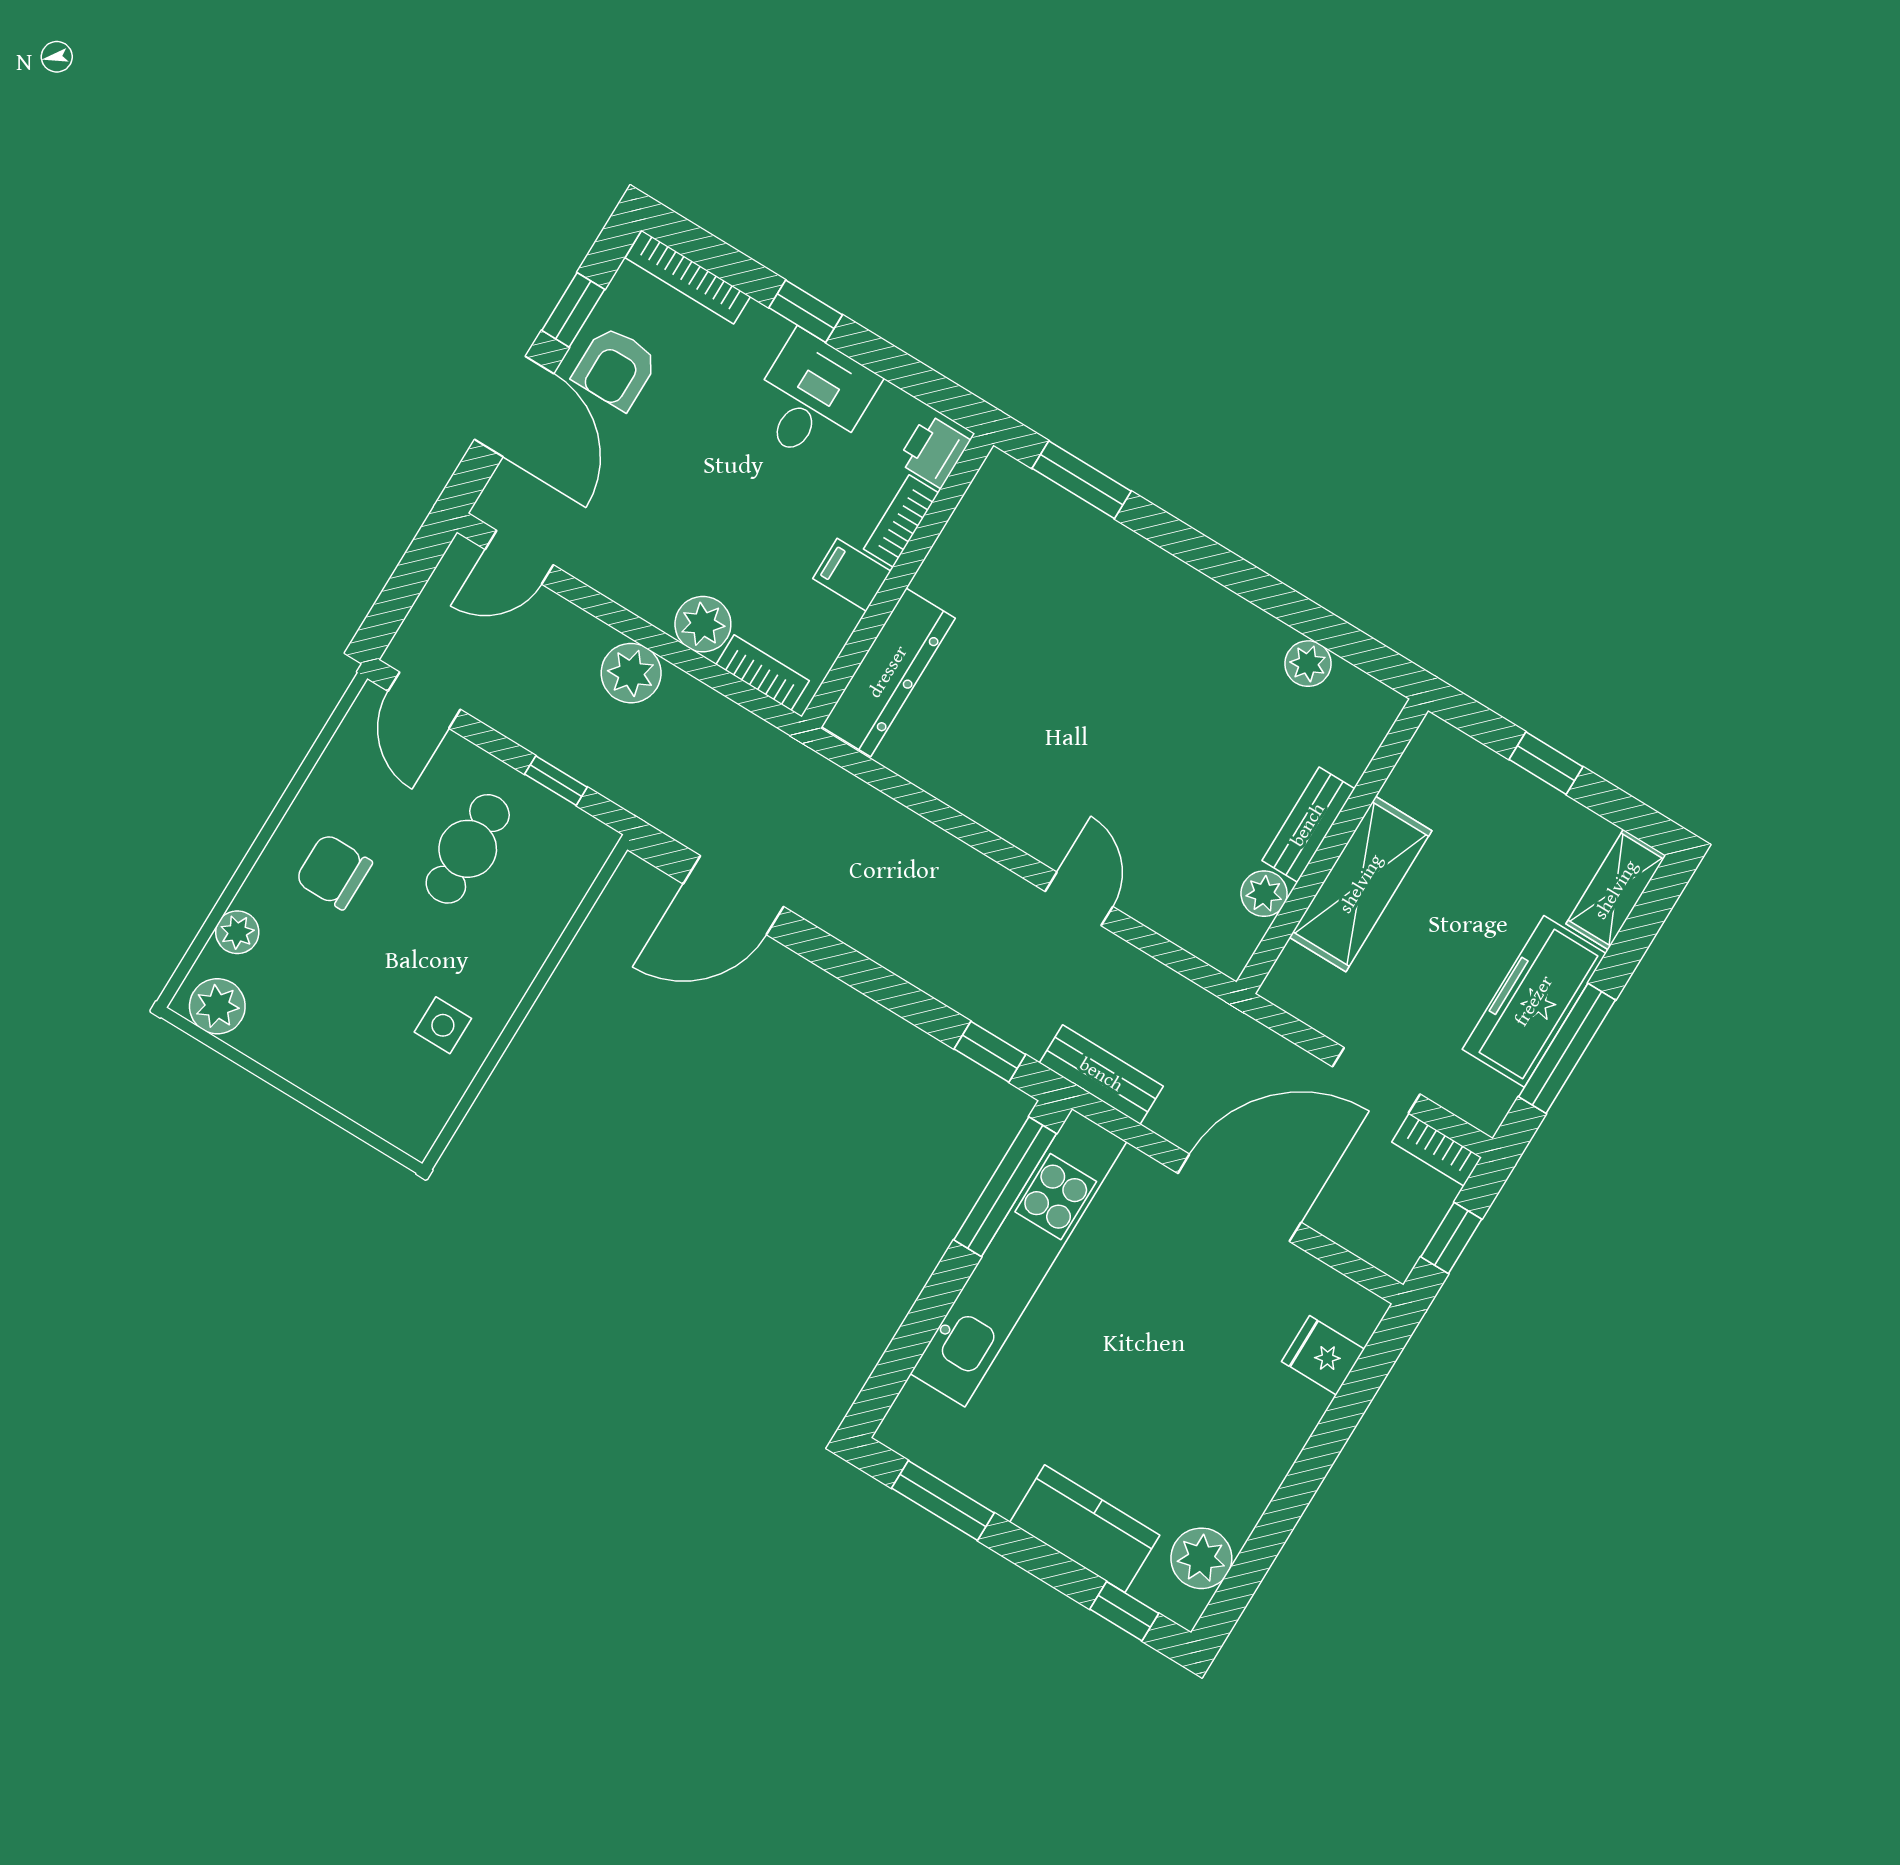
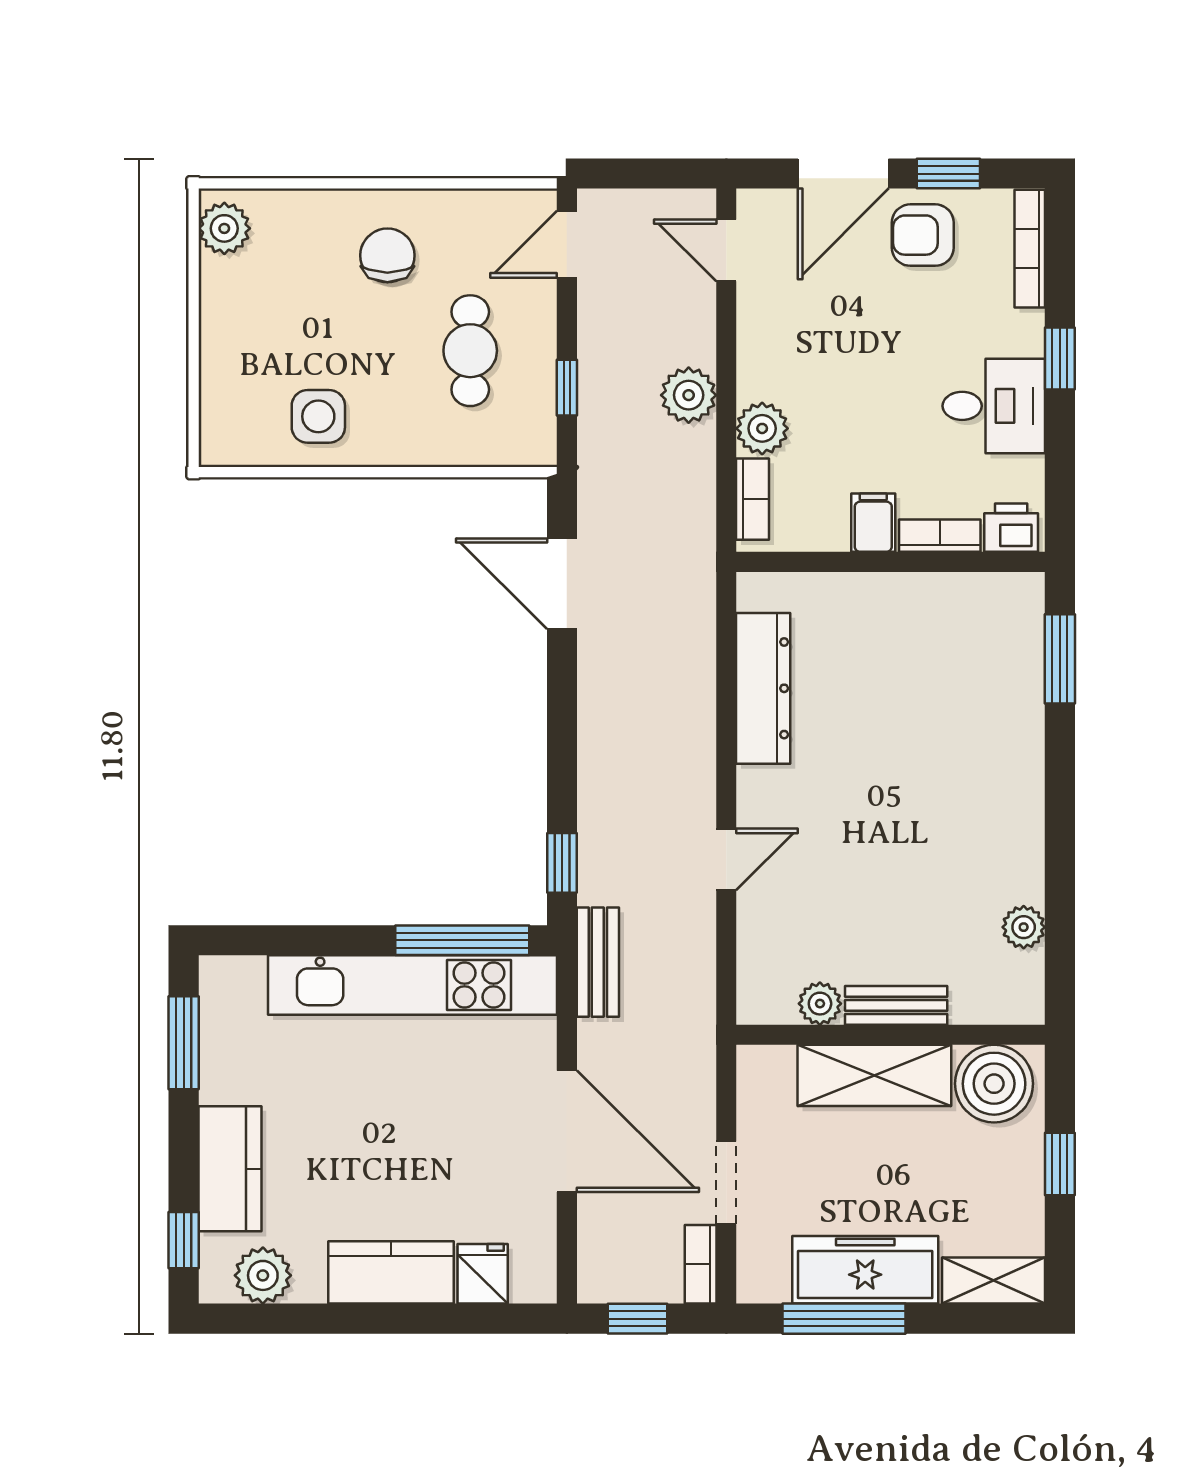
dresser: (888, 672) -> (763, 688), moved, turned -90
boiler: (1435, 779) -> (994, 1084), added
cafe table: (468, 849) -> (470, 351), turned 90
plant: (237, 932) -> (293, 208), removed
side table: (443, 1025) -> (318, 416), width x1.37, depth x1.37
kitchen counter: (1270, 1439) -> (391, 1272), added

